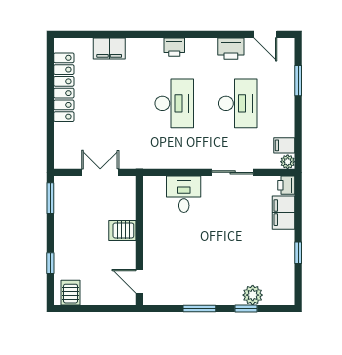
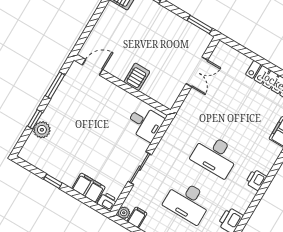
server rack: (122, 230) -> (137, 77), moved
wall: (139, 240) -> (122, 85), moved
door: (139, 281) -> (93, 67), moved

